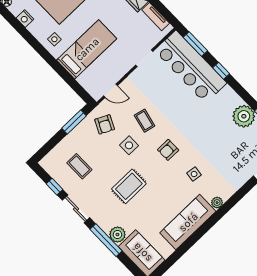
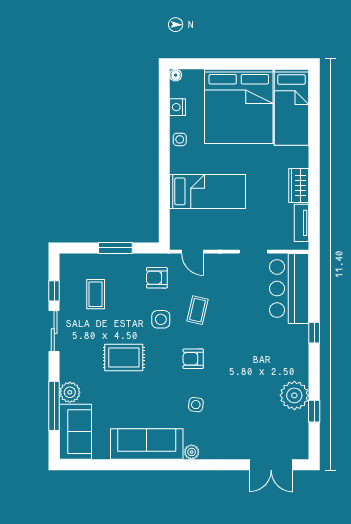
side table: (54, 39) -> (180, 139), moved
window: (195, 44) -> (314, 284), removed
bar counter: (191, 67) -> (289, 289), width x0.73
window: (74, 122) -> (115, 248), moved
armchair: (105, 124) -> (157, 278), turned 64
window: (106, 240) -> (54, 406), moved

